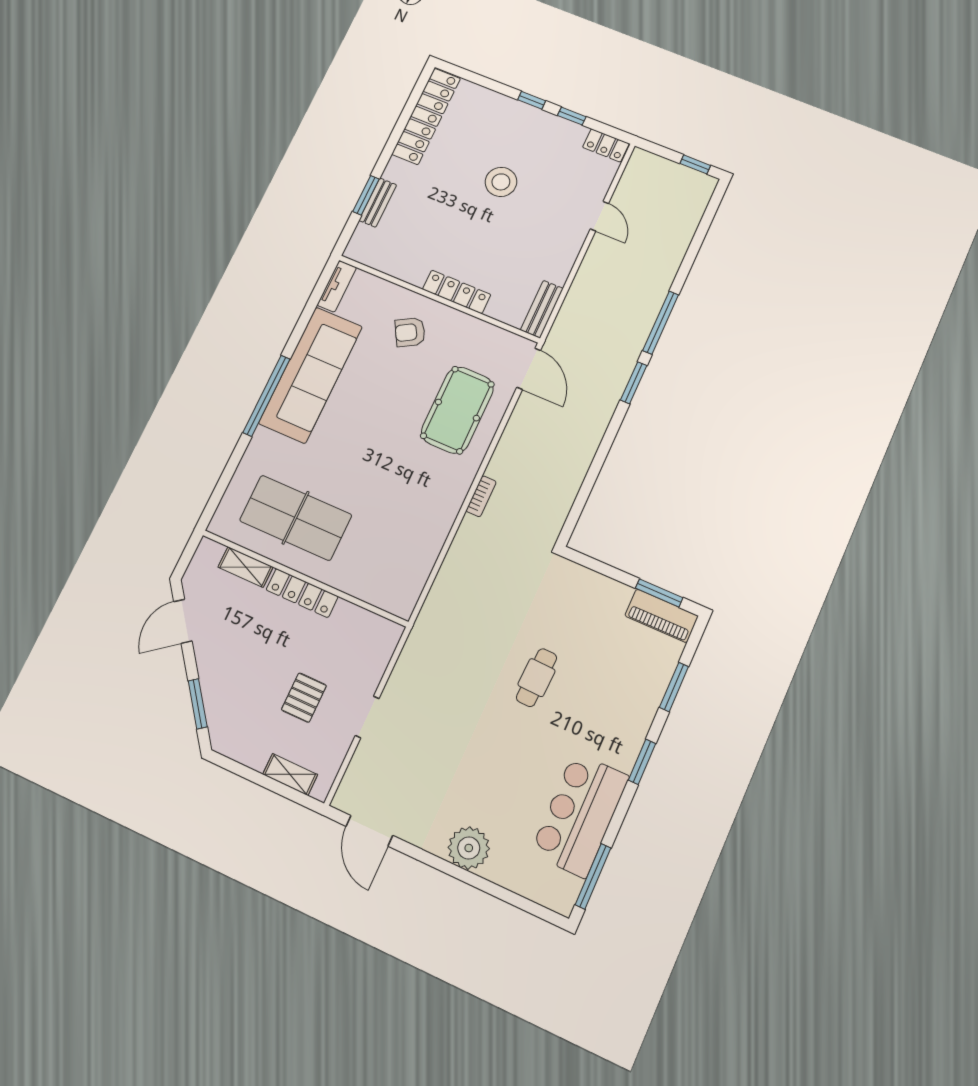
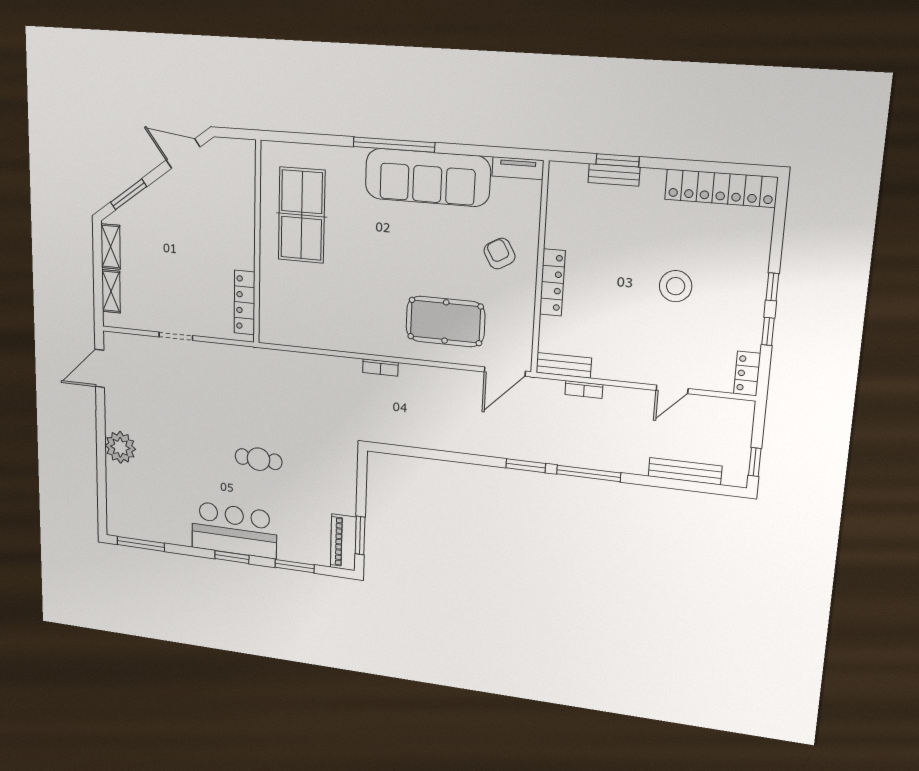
bench: (686, 230) -> (685, 471), added
bookcase: (573, 298) -> (584, 389), added
shelving: (246, 567) -> (111, 247), moved
locker: (302, 593) -> (244, 303), moved
pallet: (304, 698) -> (169, 280), removed
bar counter: (580, 815) -> (234, 530), moved

